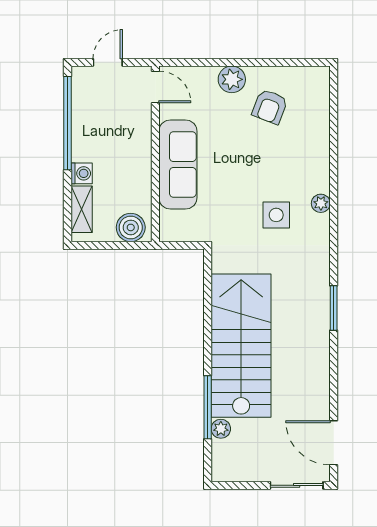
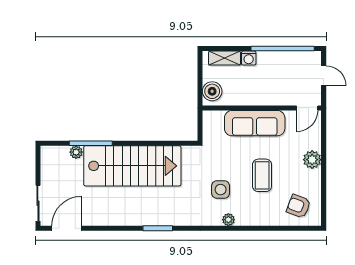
armchair: (270, 107) -> (299, 206), moved
coffee table: (255, 154) -> (262, 175), added

